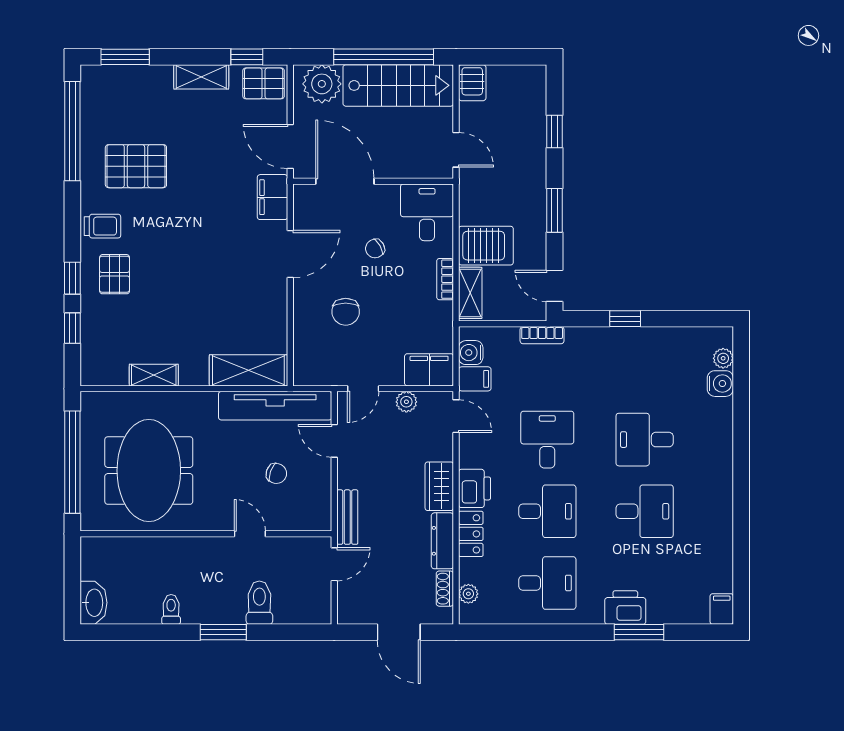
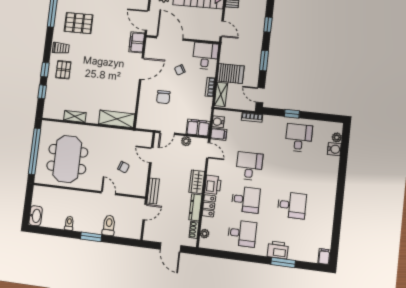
tv unit: (275, 406) -> (127, 136), removed
desk: (645, 440) -> (299, 138), moved, turned 90

